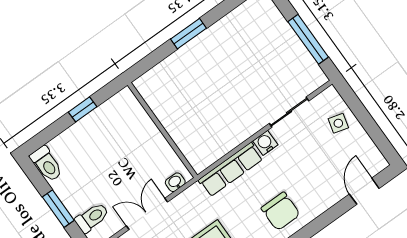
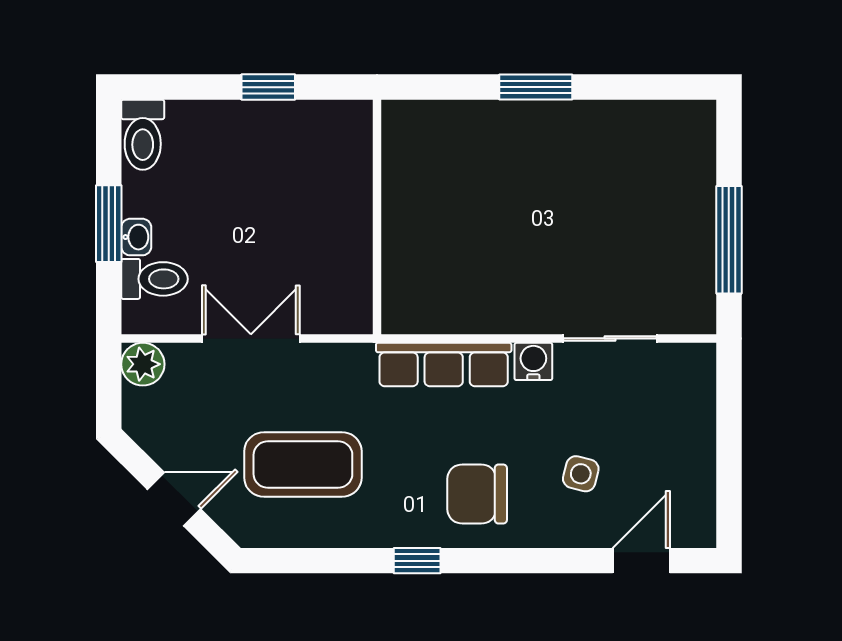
side table: (338, 123) -> (581, 474), moved
washbasin: (175, 182) -> (136, 237), moved, turned 90
chair: (281, 211) -> (477, 494), turned 90

